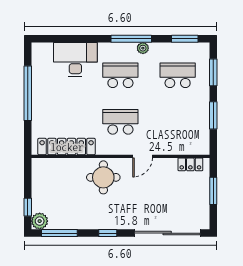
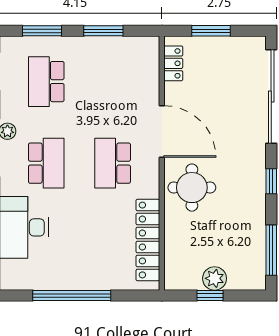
school desk: (120, 75) -> (46, 163), turned 180
door: (143, 156) -> (162, 132), width x1.88
window: (28, 207) -> (210, 296), moved
plant: (40, 221) -> (215, 278), moved

